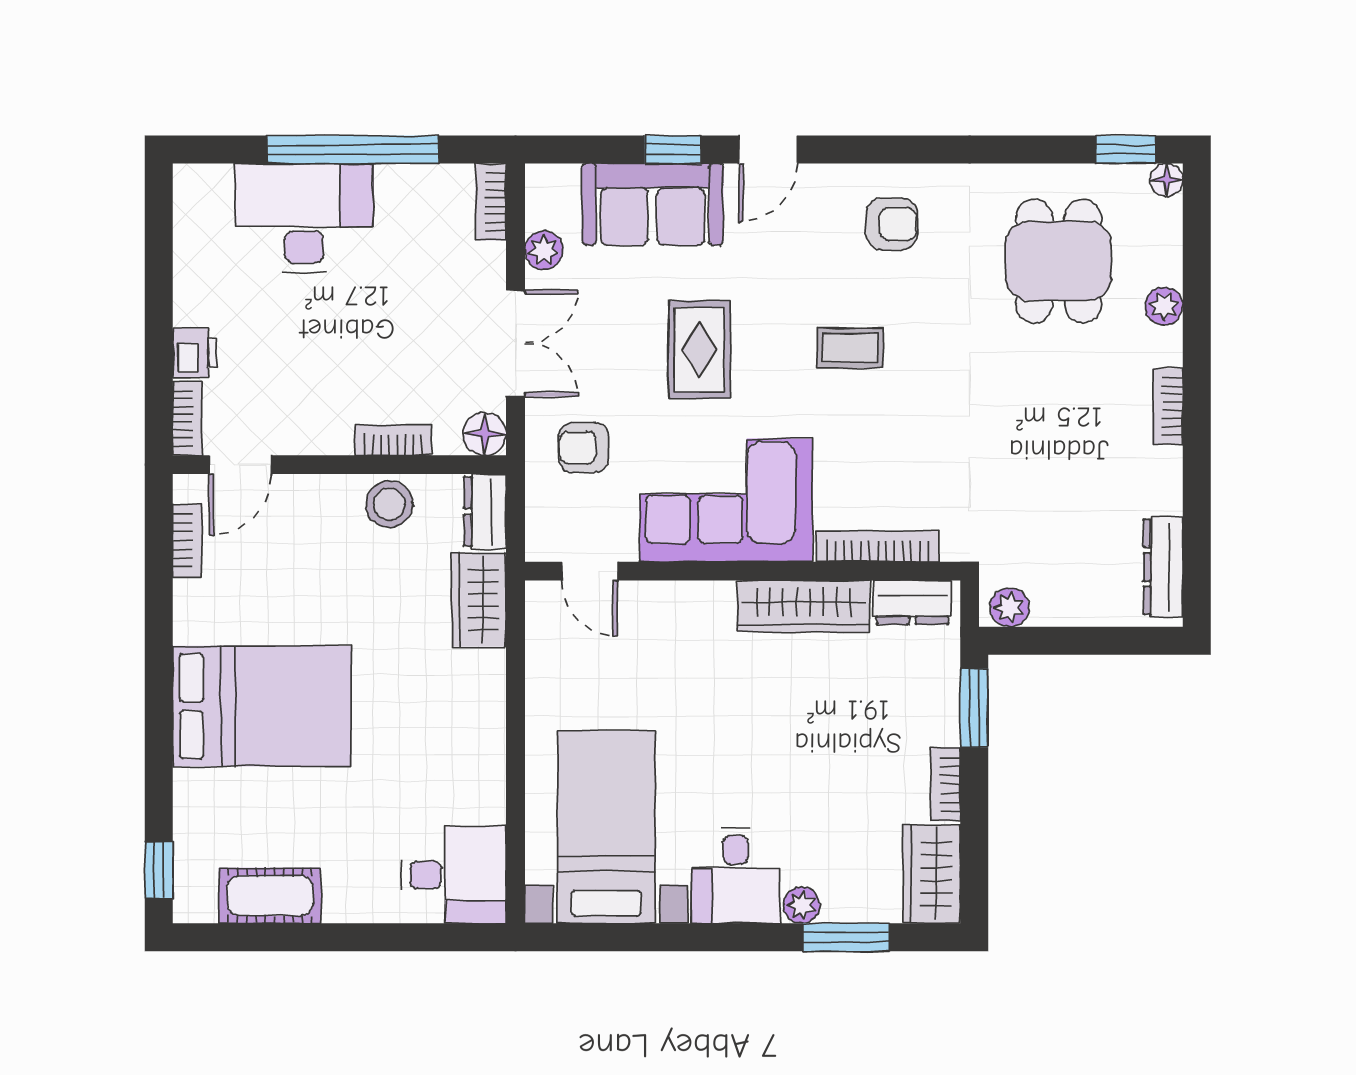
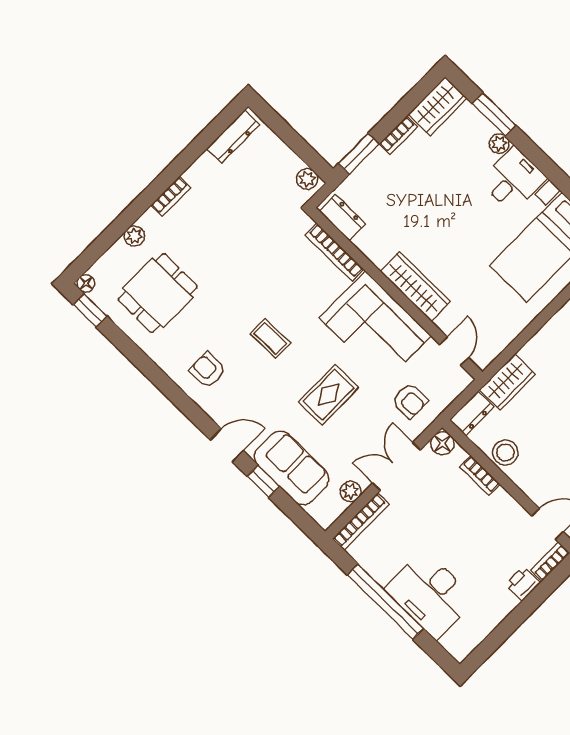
bookcase: (491, 202) -> (361, 522), width x1.56
wardrobe: (803, 606) -> (415, 286), moved

